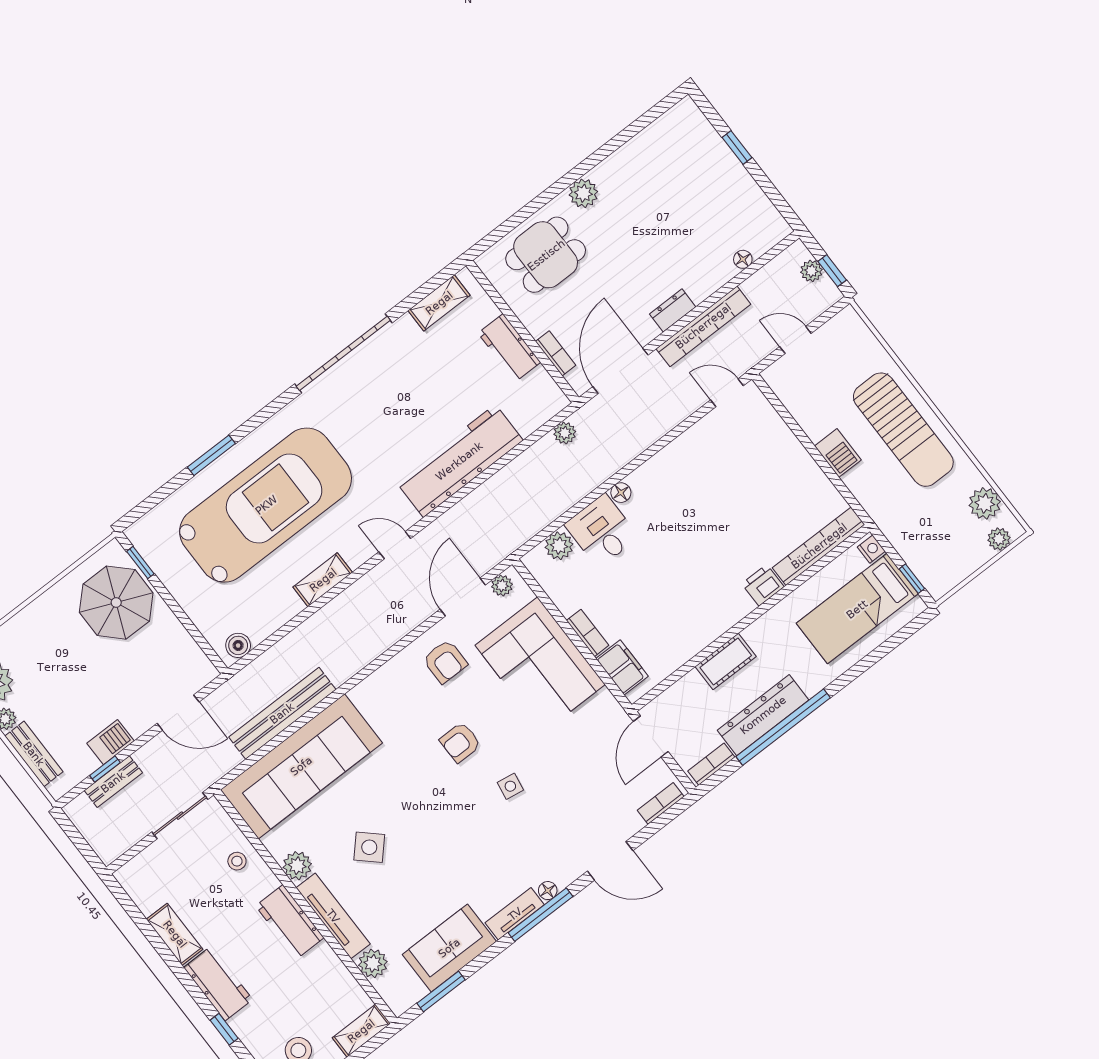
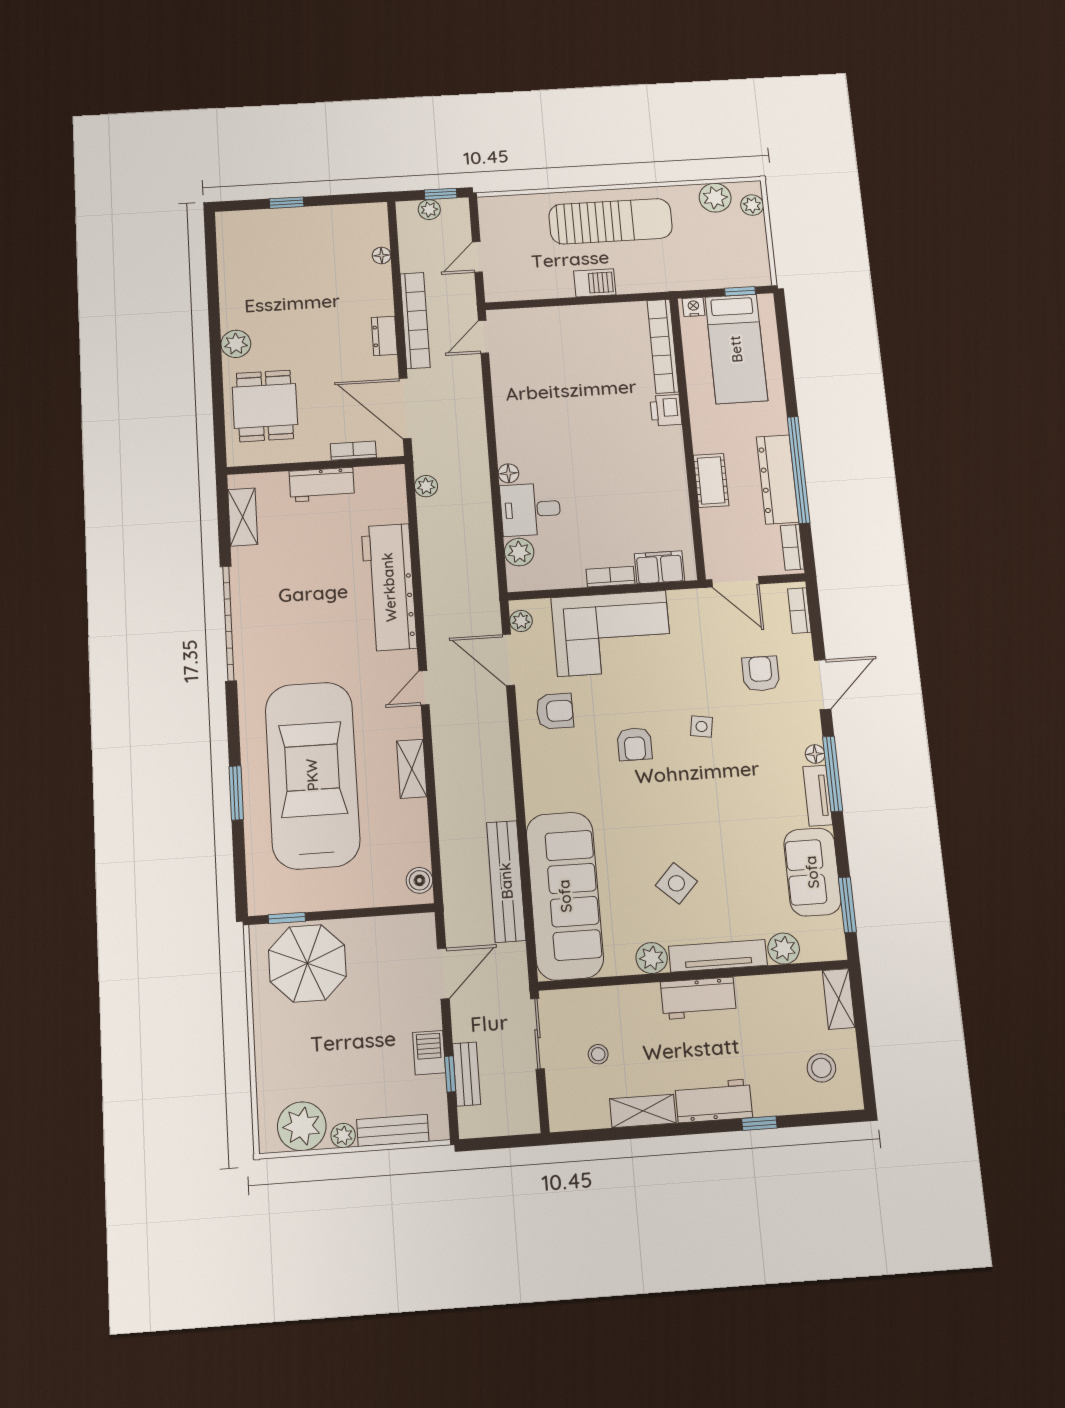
armchair: (586, 806) -> (761, 674), added
stool: (237, 861) -> (598, 1054), moved

